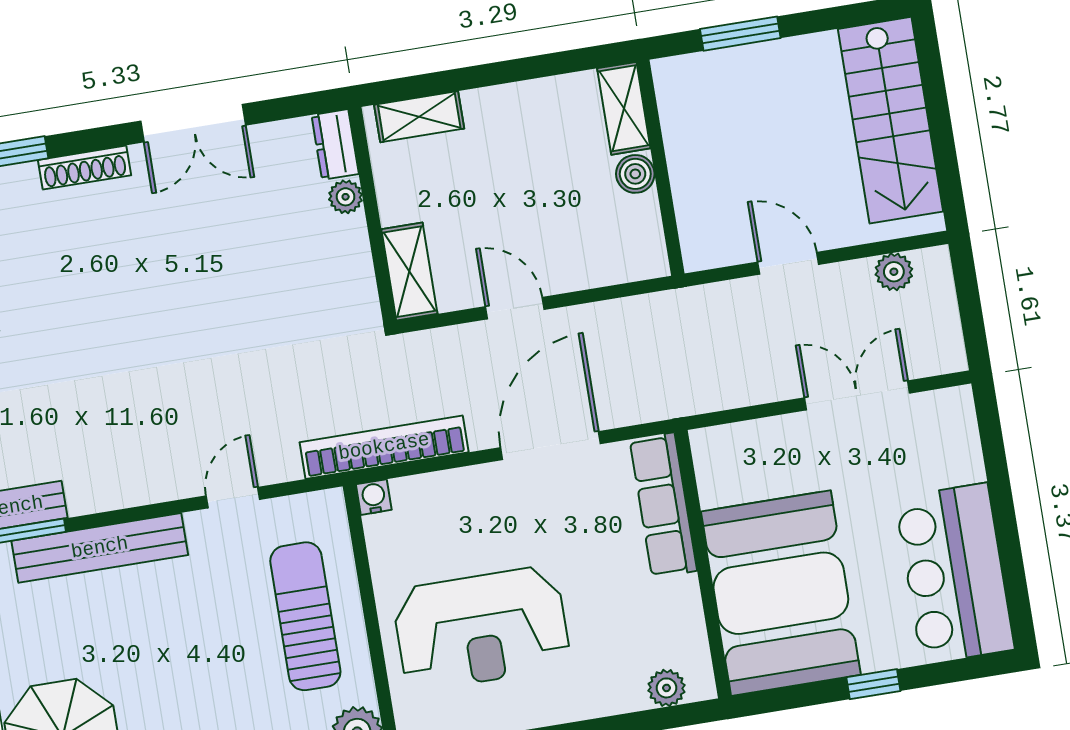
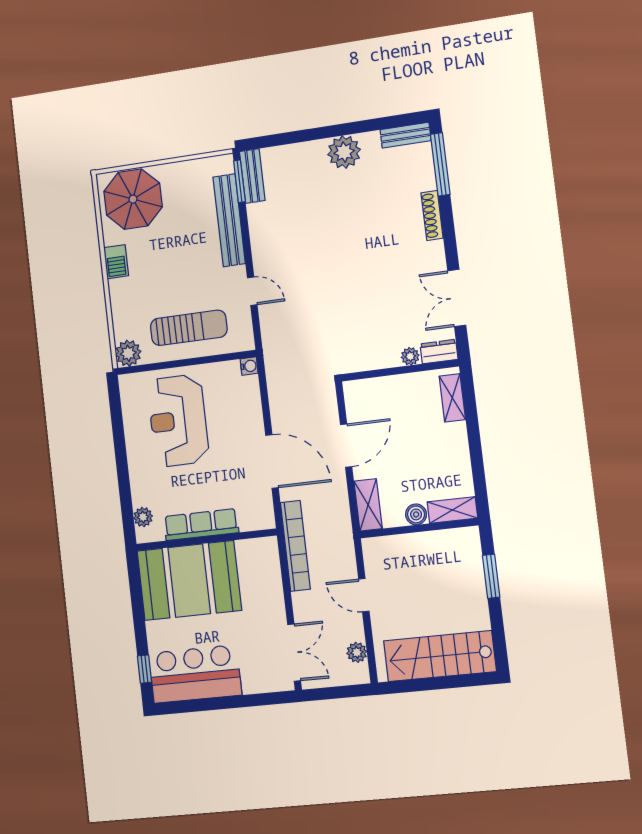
double door: (193, 123) -> (457, 298), moved
door: (788, 263) -> (364, 595), swing flipped
shelving: (409, 272) -> (368, 505), moved, turned 90
door: (515, 308) -> (346, 446), width x1.38
double door: (857, 395) -> (294, 653), moved
bookcase: (384, 447) -> (295, 546), moved
row of seats: (663, 505) -> (201, 525), moved
window: (873, 684) -> (144, 669), moved

